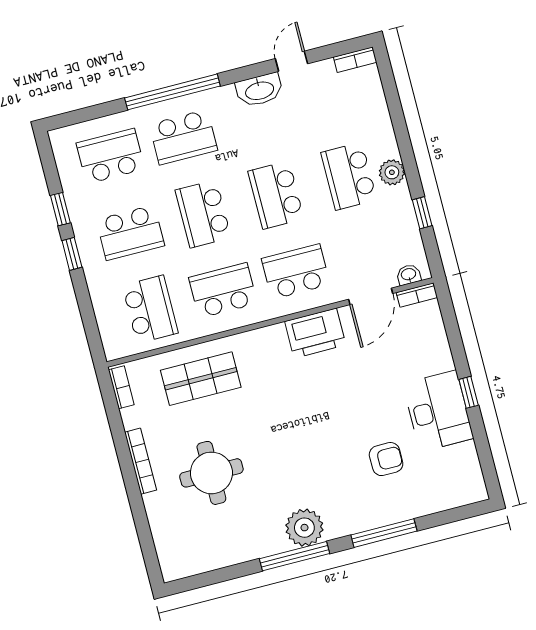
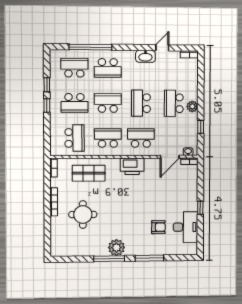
window: (172, 92) -> (90, 47), moved
school desk: (203, 214) -> (108, 103), turned 90
printer: (315, 333) -> (132, 166), moved
desk: (438, 411) -> (185, 227), moved

